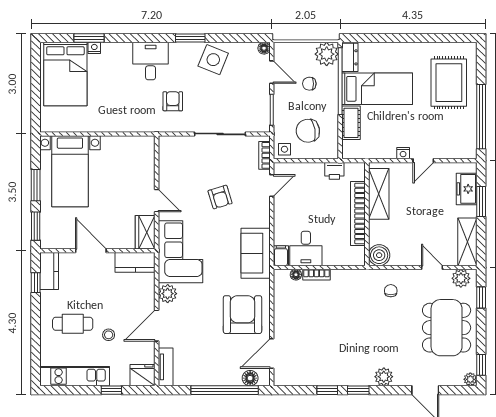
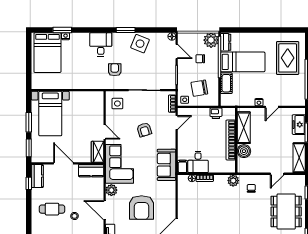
side table: (177, 155) -> (117, 104), added
boiler: (379, 255) -> (244, 151), moved
door: (432, 267) -> (277, 174), swing flipped
plant: (461, 278) -> (233, 181), moved
armchair: (243, 315) -> (142, 208), moved, turned 180
door: (157, 326) -> (105, 210), hinge flipped

